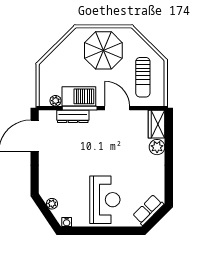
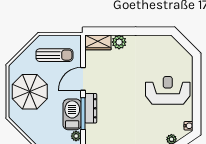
dresser: (73, 116) -> (91, 108), moved
row of seats: (148, 210) -> (177, 50), removed

